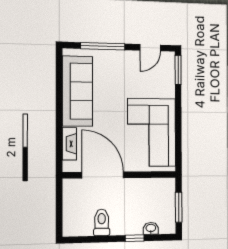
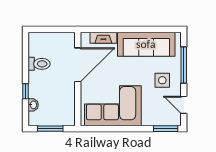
side table: (121, 73) -> (162, 80), added

